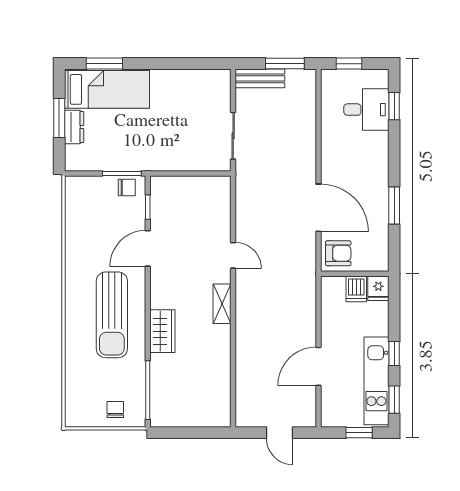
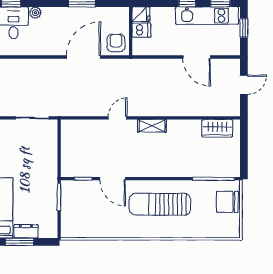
plant: (381, 140) -> (35, 13), added
chair: (127, 188) -> (69, 194), removed
sun lounger: (112, 315) -> (160, 204), turned 180
wardrobe: (162, 331) -> (217, 128), moved, turned 180
chair: (115, 409) -> (227, 202), width x1.87, depth x1.87

